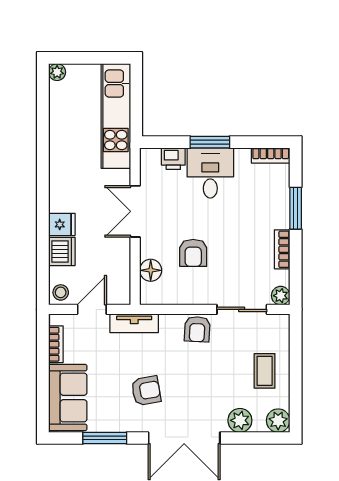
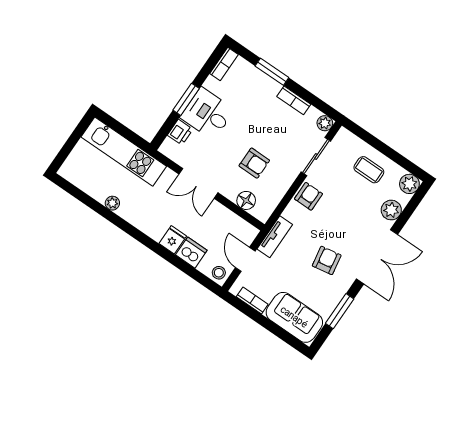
plant: (57, 72) -> (112, 203), moved
armchair: (197, 329) -> (309, 196), turned -93

